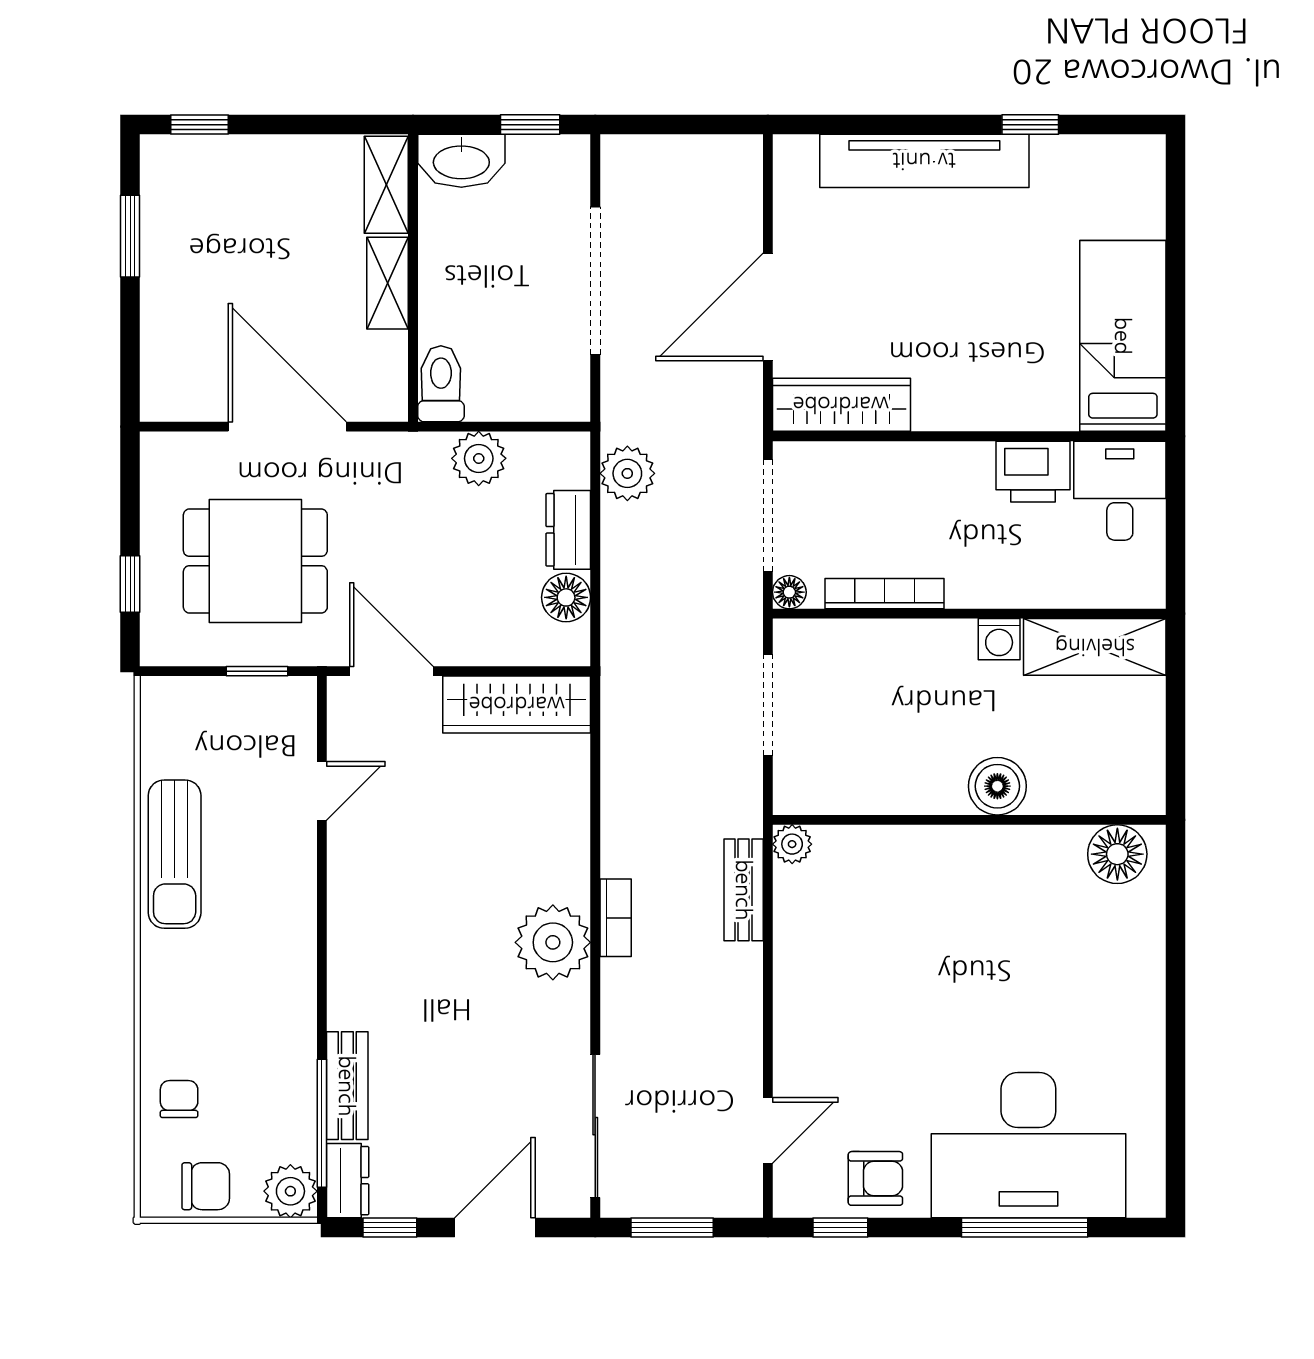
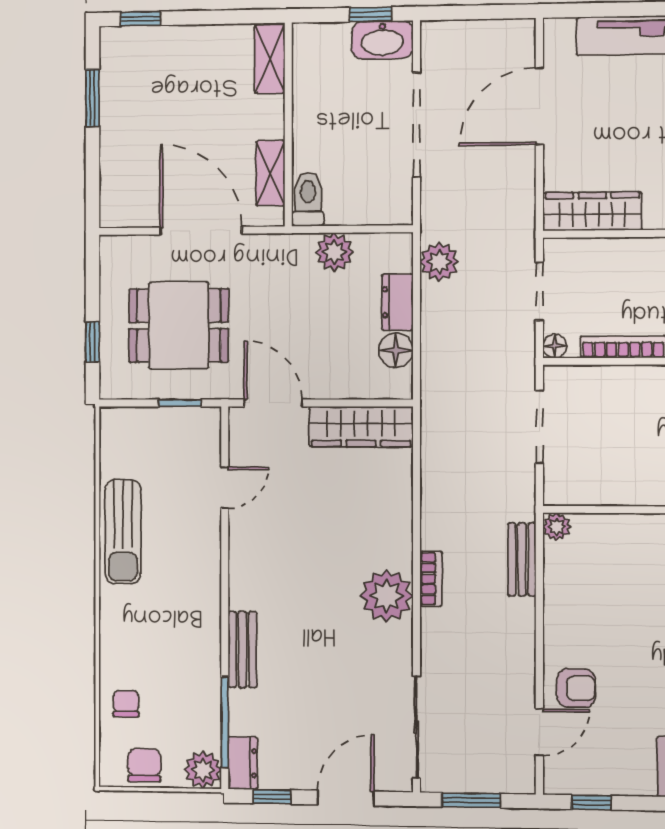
washbasin: (461, 161) -> (382, 40), moved
shelving: (388, 283) -> (271, 173), moved
door: (768, 307) -> (539, 106), moved
doorway: (768, 516) -> (539, 291), width x0.73
bench: (347, 1086) -> (242, 649), moved
armchair: (875, 1178) -> (576, 688), moved
chair: (206, 1186) -> (144, 765), turned -90

